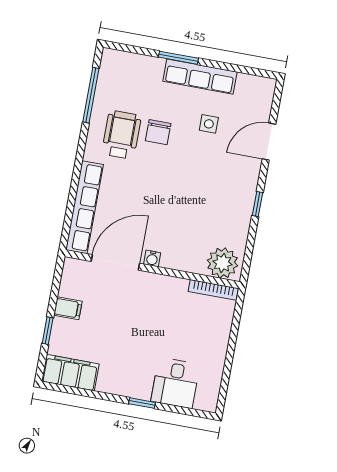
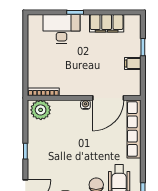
filing cabinet: (70, 373) -> (107, 23), moved
desk: (175, 383) -> (61, 29), width x1.37

